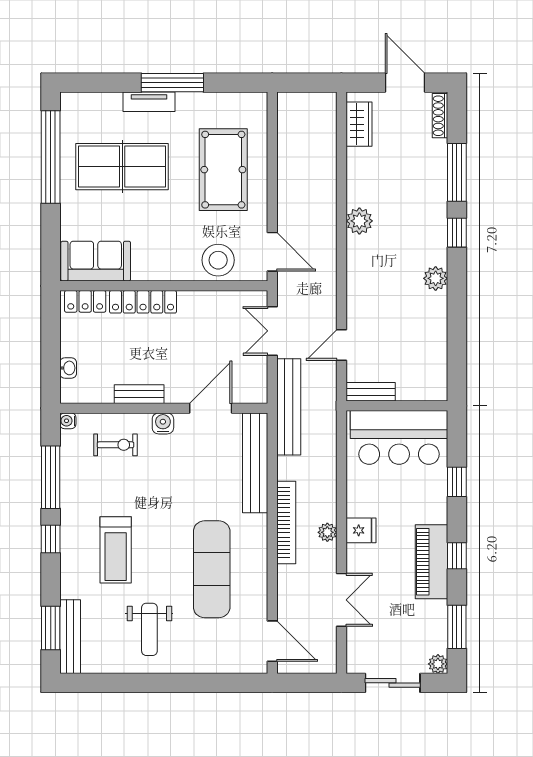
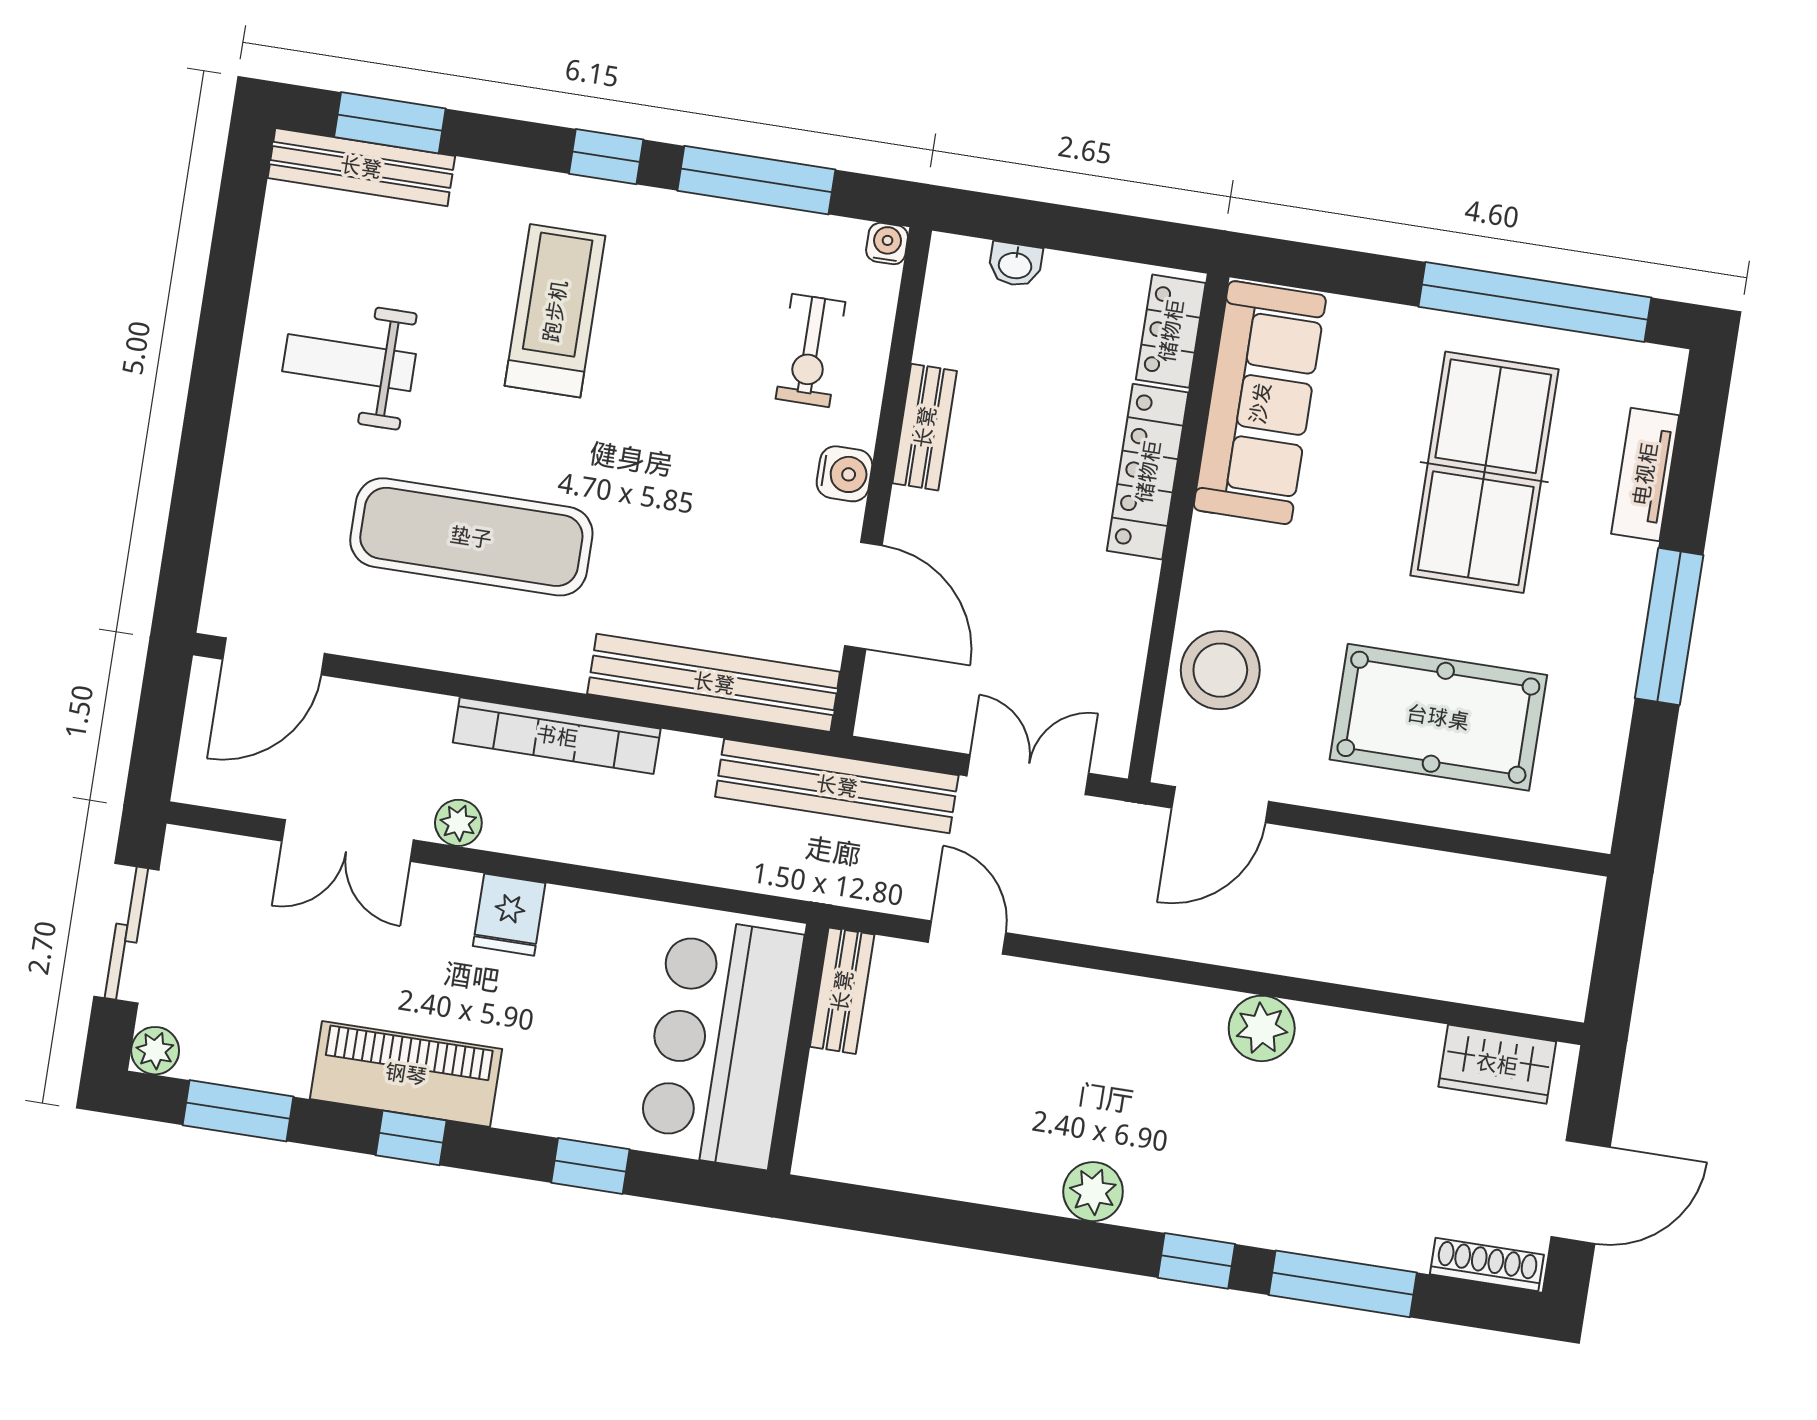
tv unit: (149, 102) -> (1645, 474), moved
sofa: (96, 261) -> (1260, 403), width x1.36
plant: (327, 532) -> (458, 823), moved
treadmill: (116, 550) -> (555, 311), turned 90

